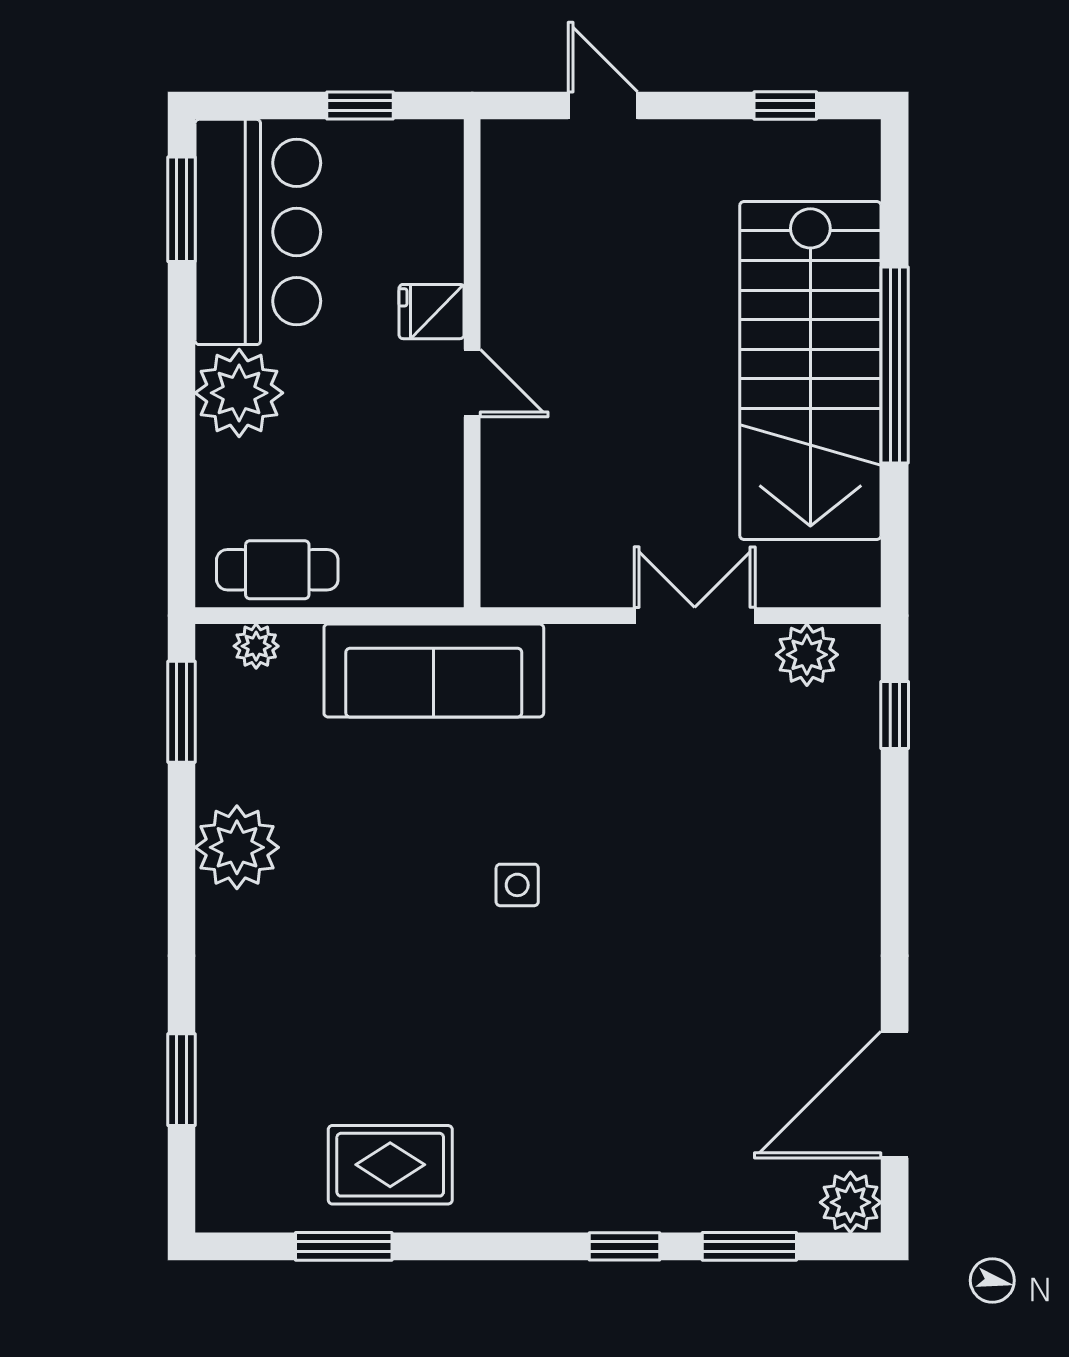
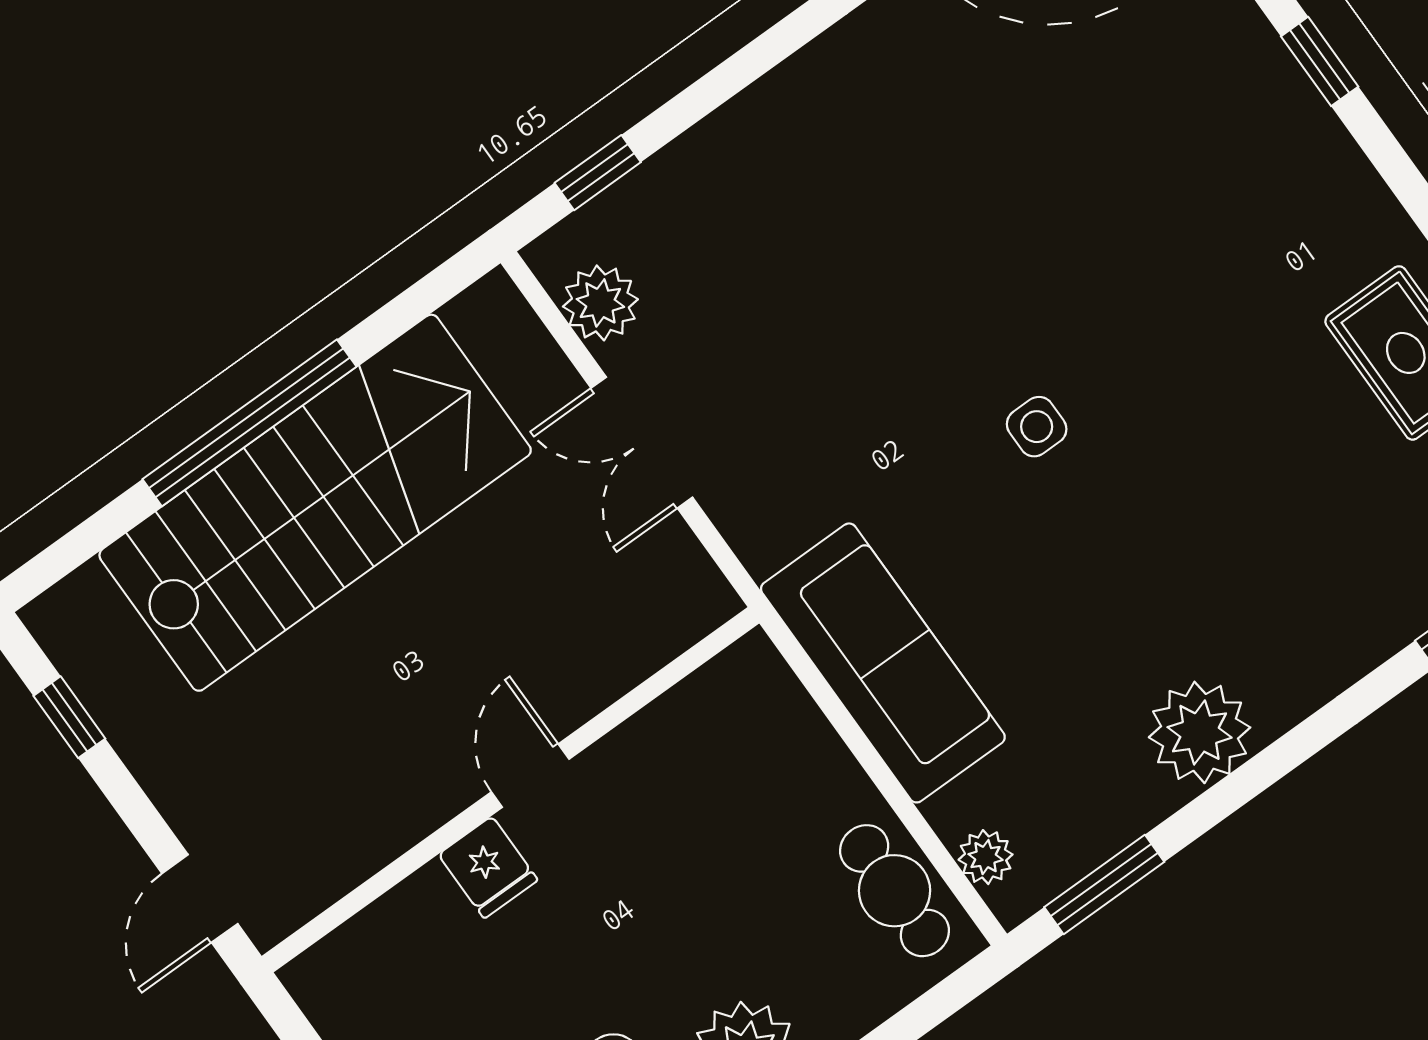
fridge: (432, 312) -> (488, 867), moved
wall: (472, 363) -> (511, 790), moved
door: (472, 383) -> (530, 776), moved

